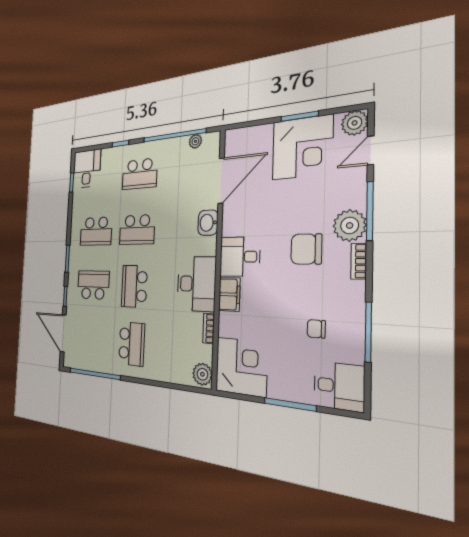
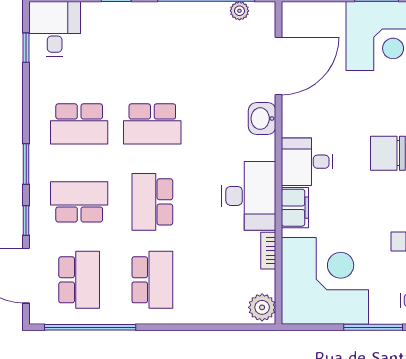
school desk: (139, 174) -> (79, 280), moved, turned -90
corner desk: (241, 367) -> (325, 281), width x1.36, depth x1.36

